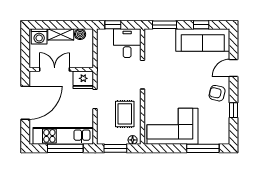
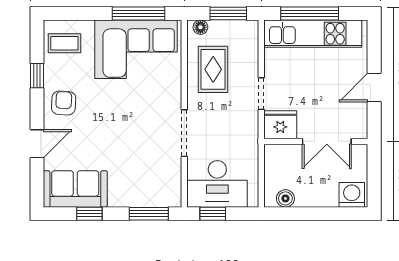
window: (113, 25) -> (213, 214), moved
shelving: (61, 34) -> (317, 198), removed
sofa: (203, 40) -> (75, 189), width x0.73
desk: (127, 43) -> (217, 184), width x1.37
armchair: (217, 93) -> (64, 103), turned -100
door: (25, 103) -> (374, 87), width x0.53
coffee table: (217, 130) -> (64, 43), added
window: (203, 148) -> (138, 14), moved

